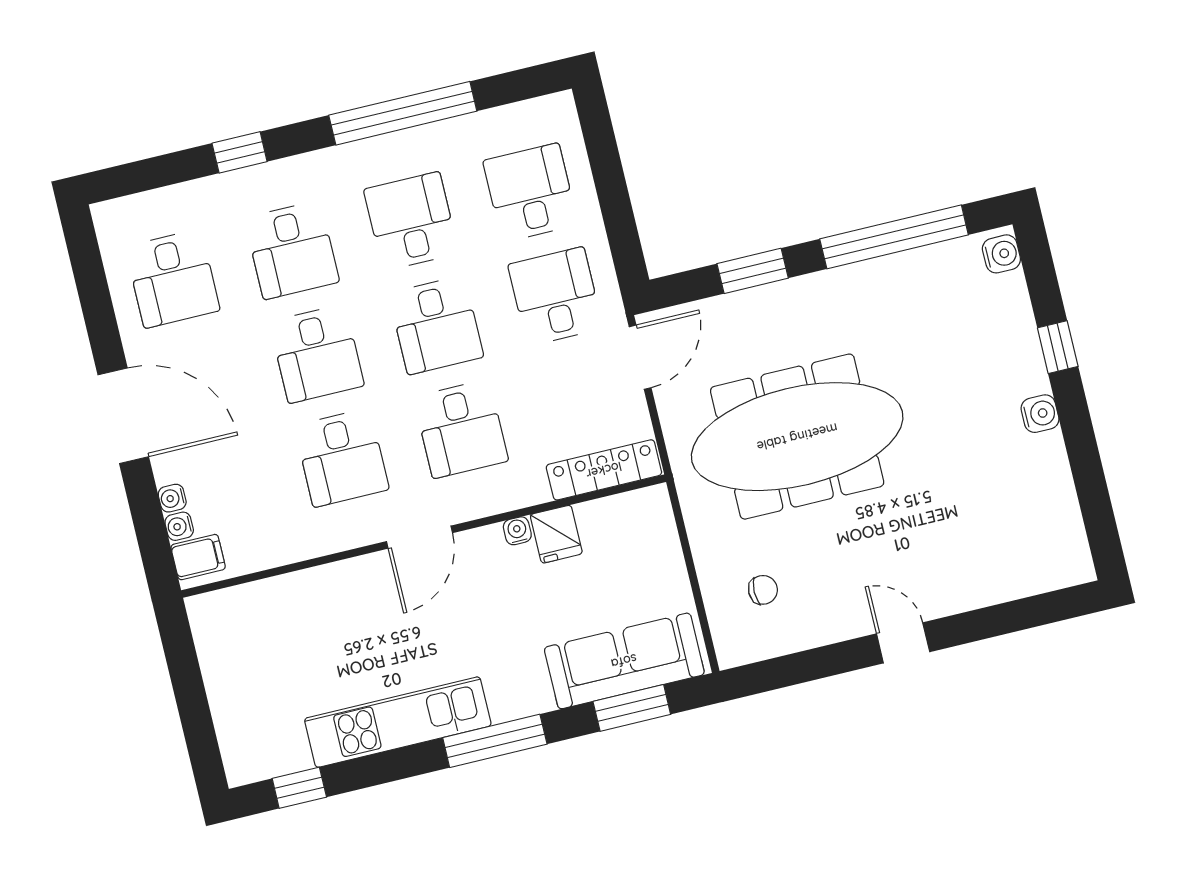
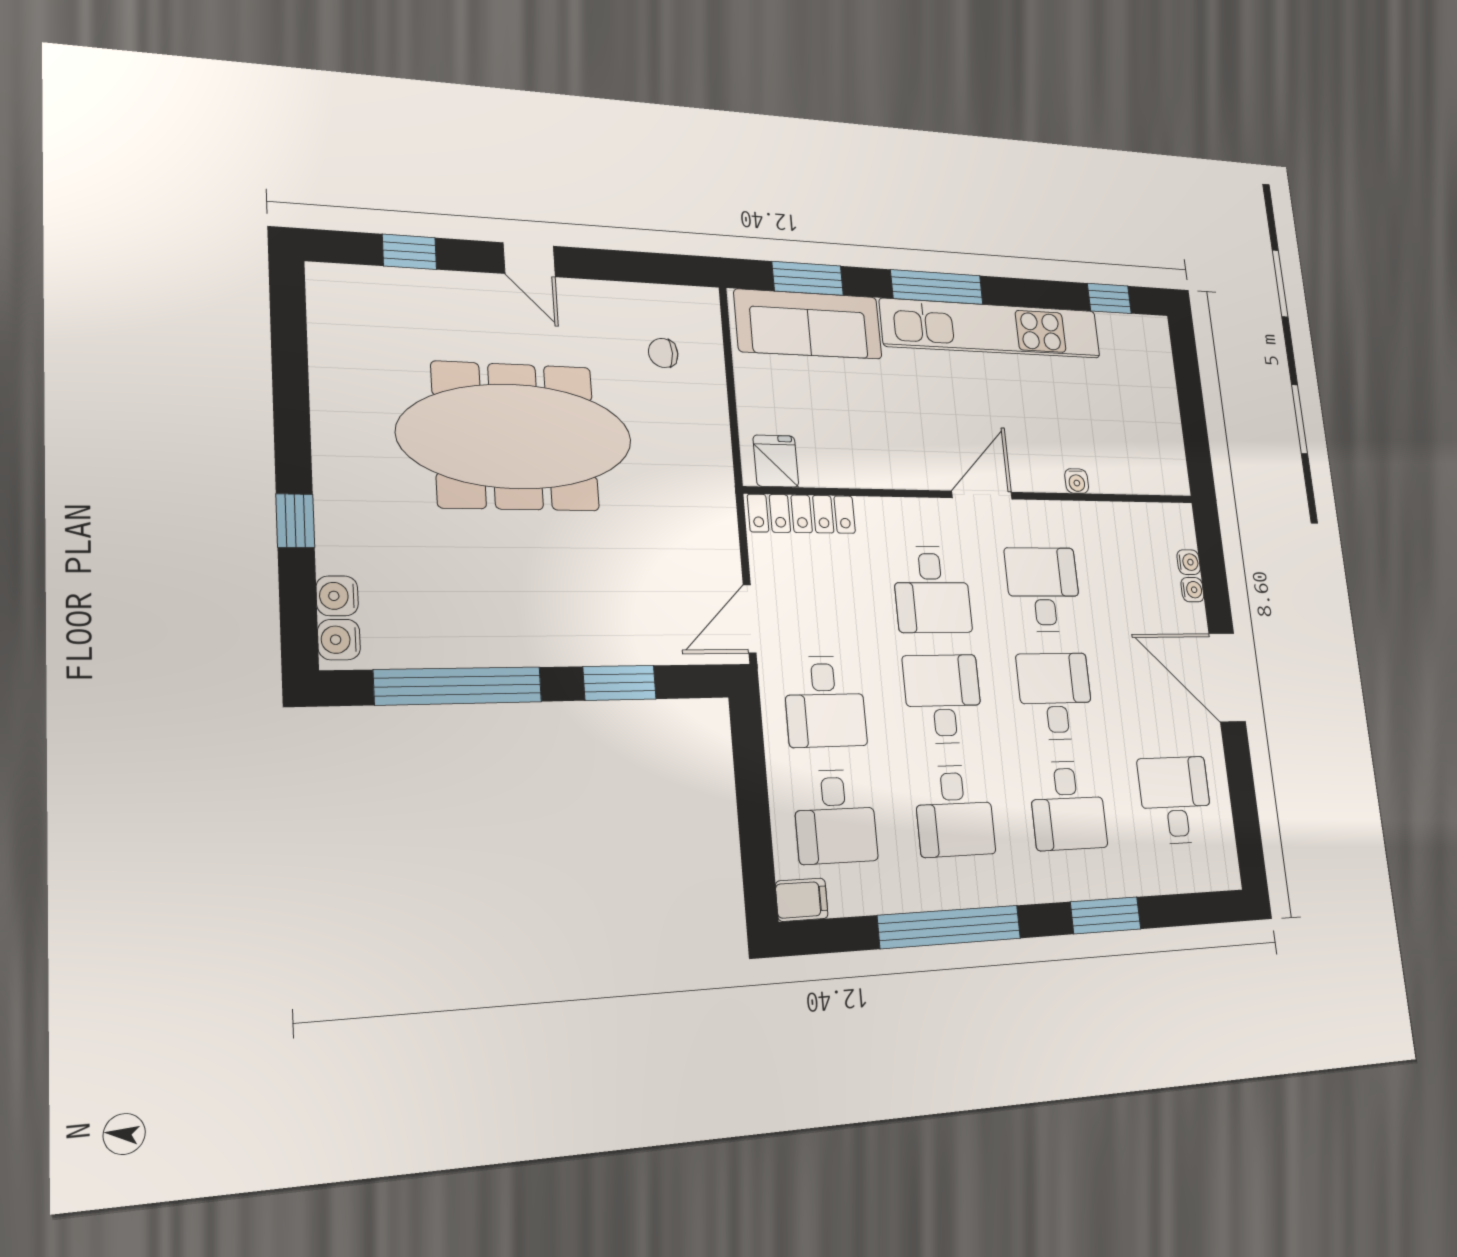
window: (240, 152) -> (1106, 915), width x1.50
desk: (292, 250) -> (1068, 805), turned 180
water cooler: (1040, 414) -> (337, 596), moved
desk: (461, 429) -> (932, 589), turned 180
meeting table: (797, 437) -> (515, 436), moved
water cooler: (517, 531) -> (1077, 481), moved
fridge: (556, 534) -> (776, 461), moved
filing cabinet: (198, 557) -> (802, 900), moved, turned 180
window: (1011, 617) -> (409, 252), added
kitchen unit: (398, 722) -> (991, 329), width x1.36

